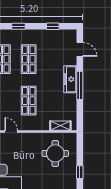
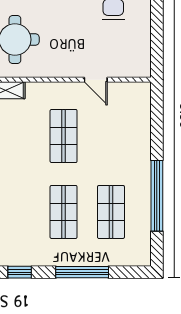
window: (19, 26) -> (82, 272), width x2.17

